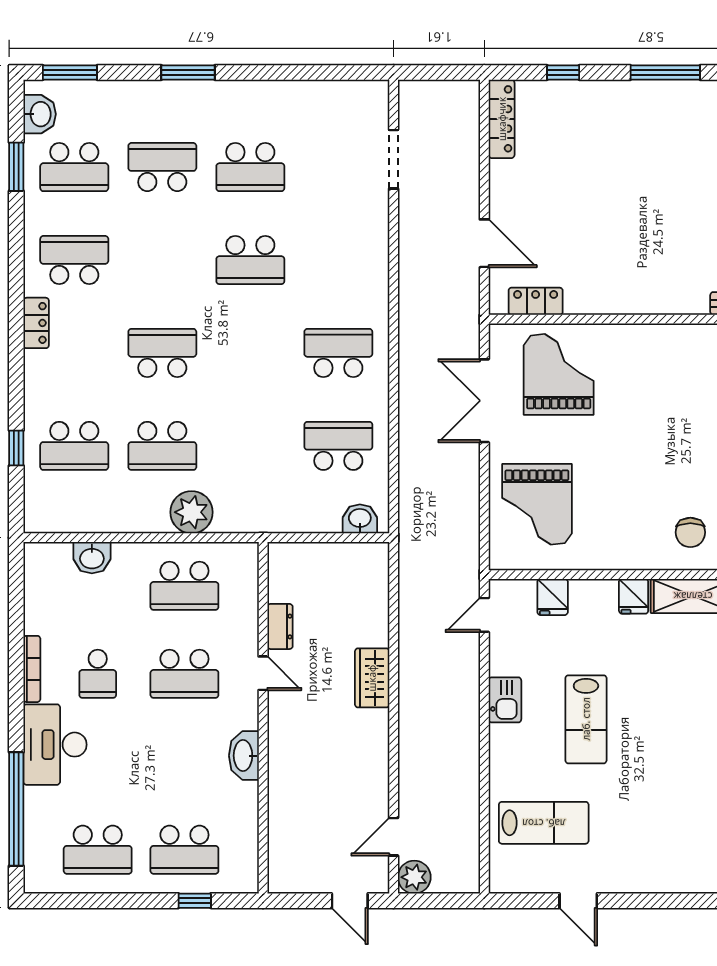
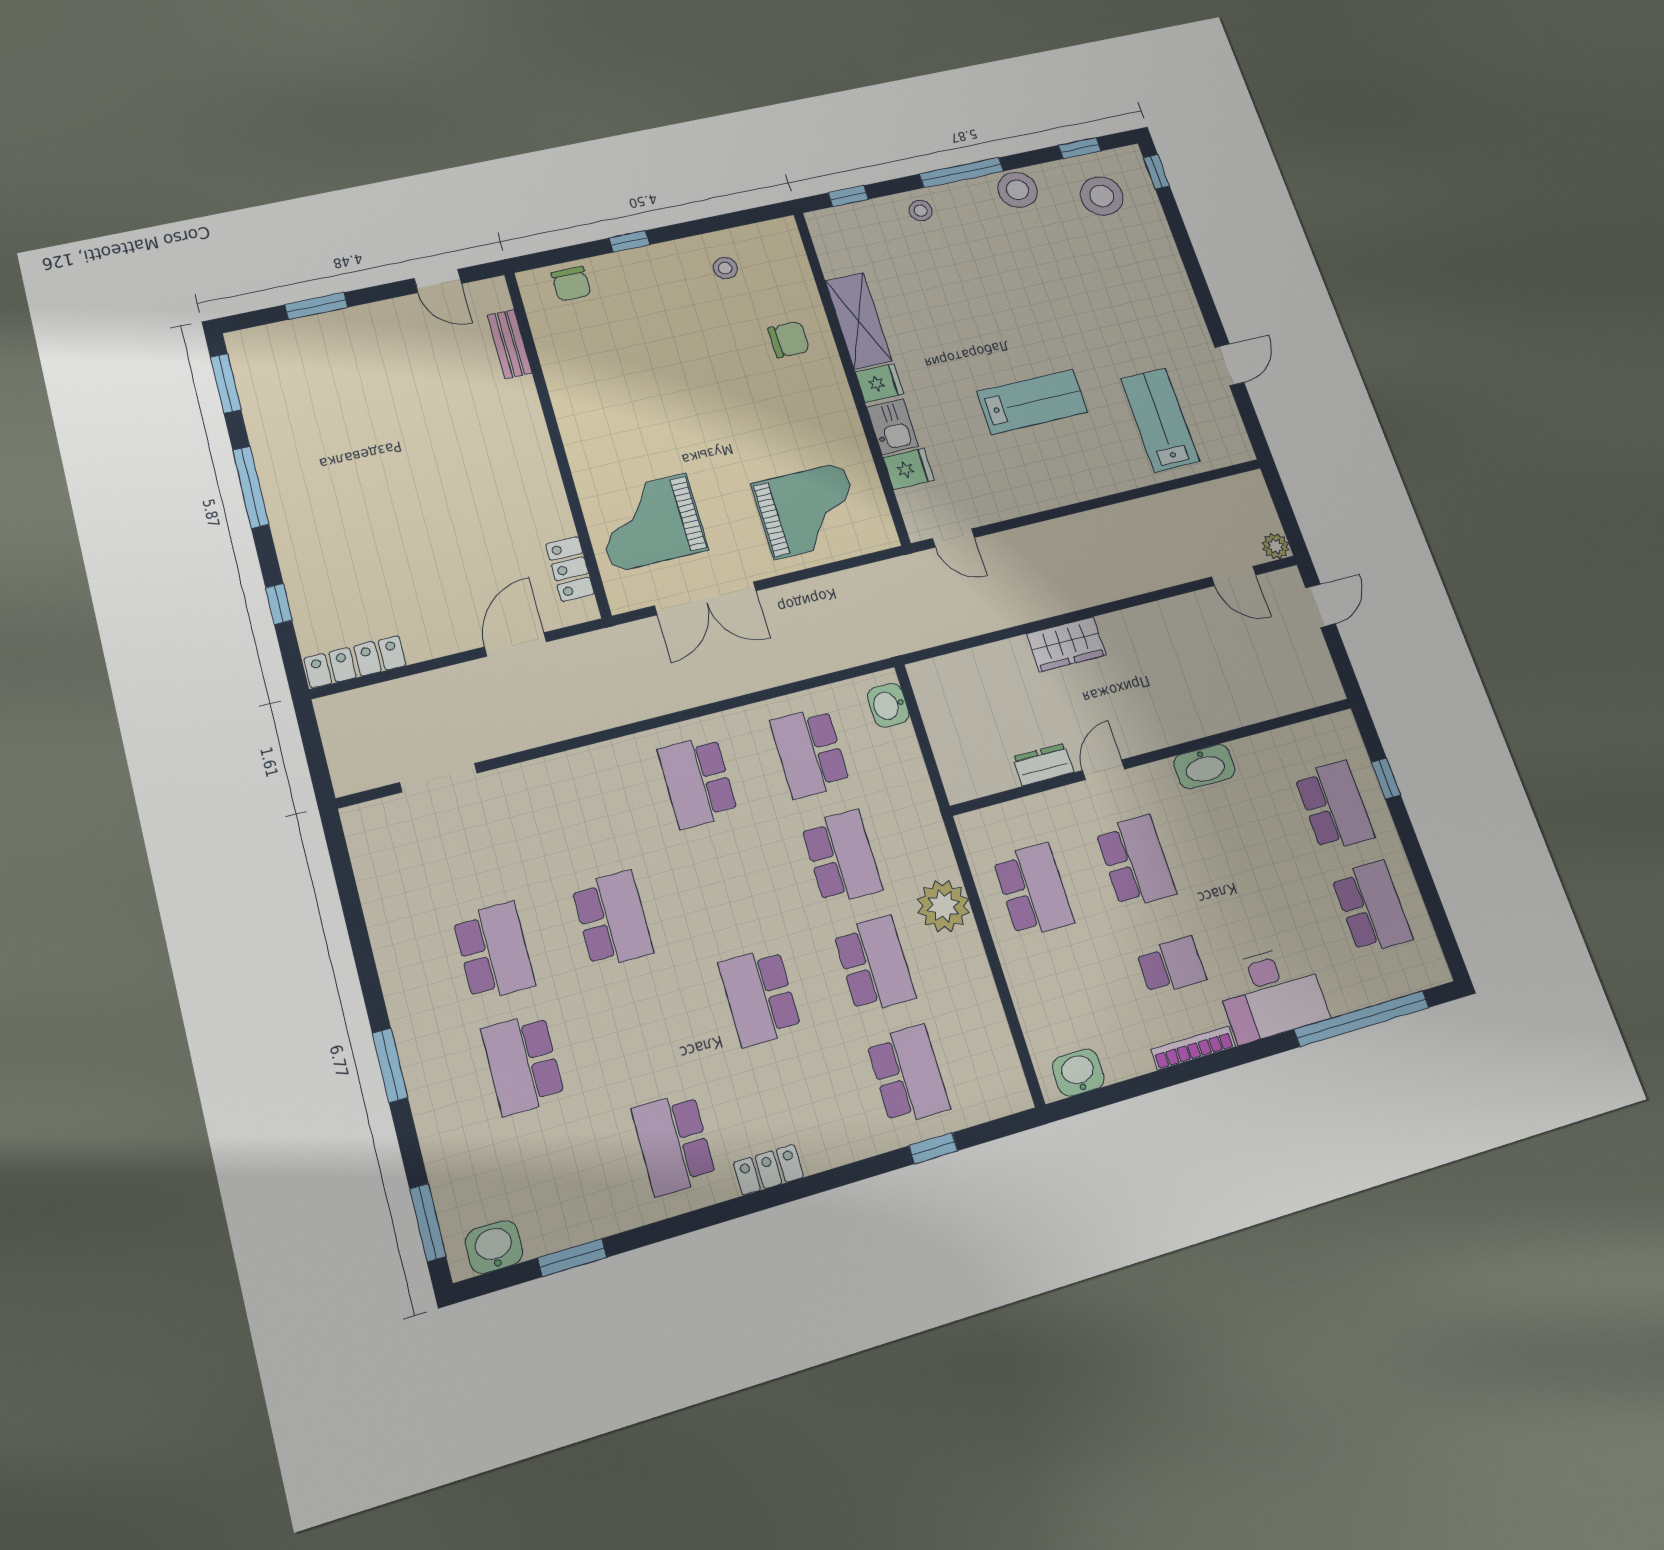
school desk: (74, 167) -> (842, 857), moved
washbasin: (92, 558) -> (1078, 1073), moved, turned -90
kitchen sink: (505, 700) -> (893, 427), moved, turned 90
plant: (414, 877) -> (1276, 546), width x0.73, depth x0.73

